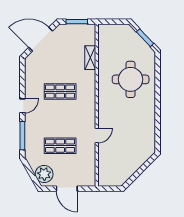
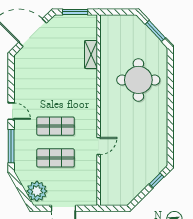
shop shelf: (60, 91) -> (56, 126), moved
door: (22, 106) -> (11, 111), hinge flipped
window: (146, 165) -> (157, 180), added

